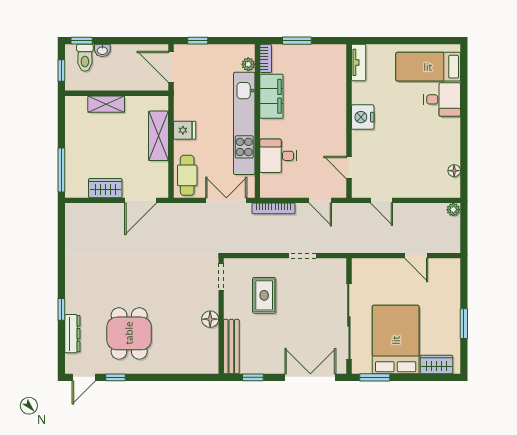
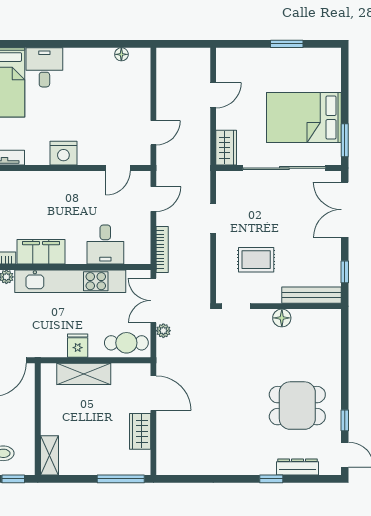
shelving: (106, 104) -> (49, 455), moved
plant: (453, 210) -> (163, 331), moved
wardrobe: (437, 365) -> (226, 148), moved, turned 180

